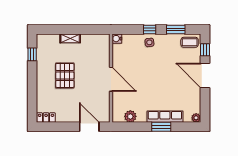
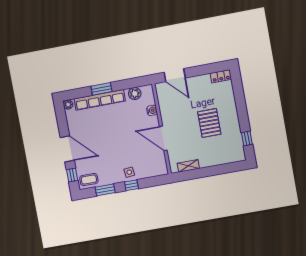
shelving: (70, 38) -> (188, 166), moved
water cooler: (117, 39) -> (152, 110), moved
door: (111, 79) -> (163, 138), moved
row of seats: (165, 117) -> (100, 100), width x1.36

